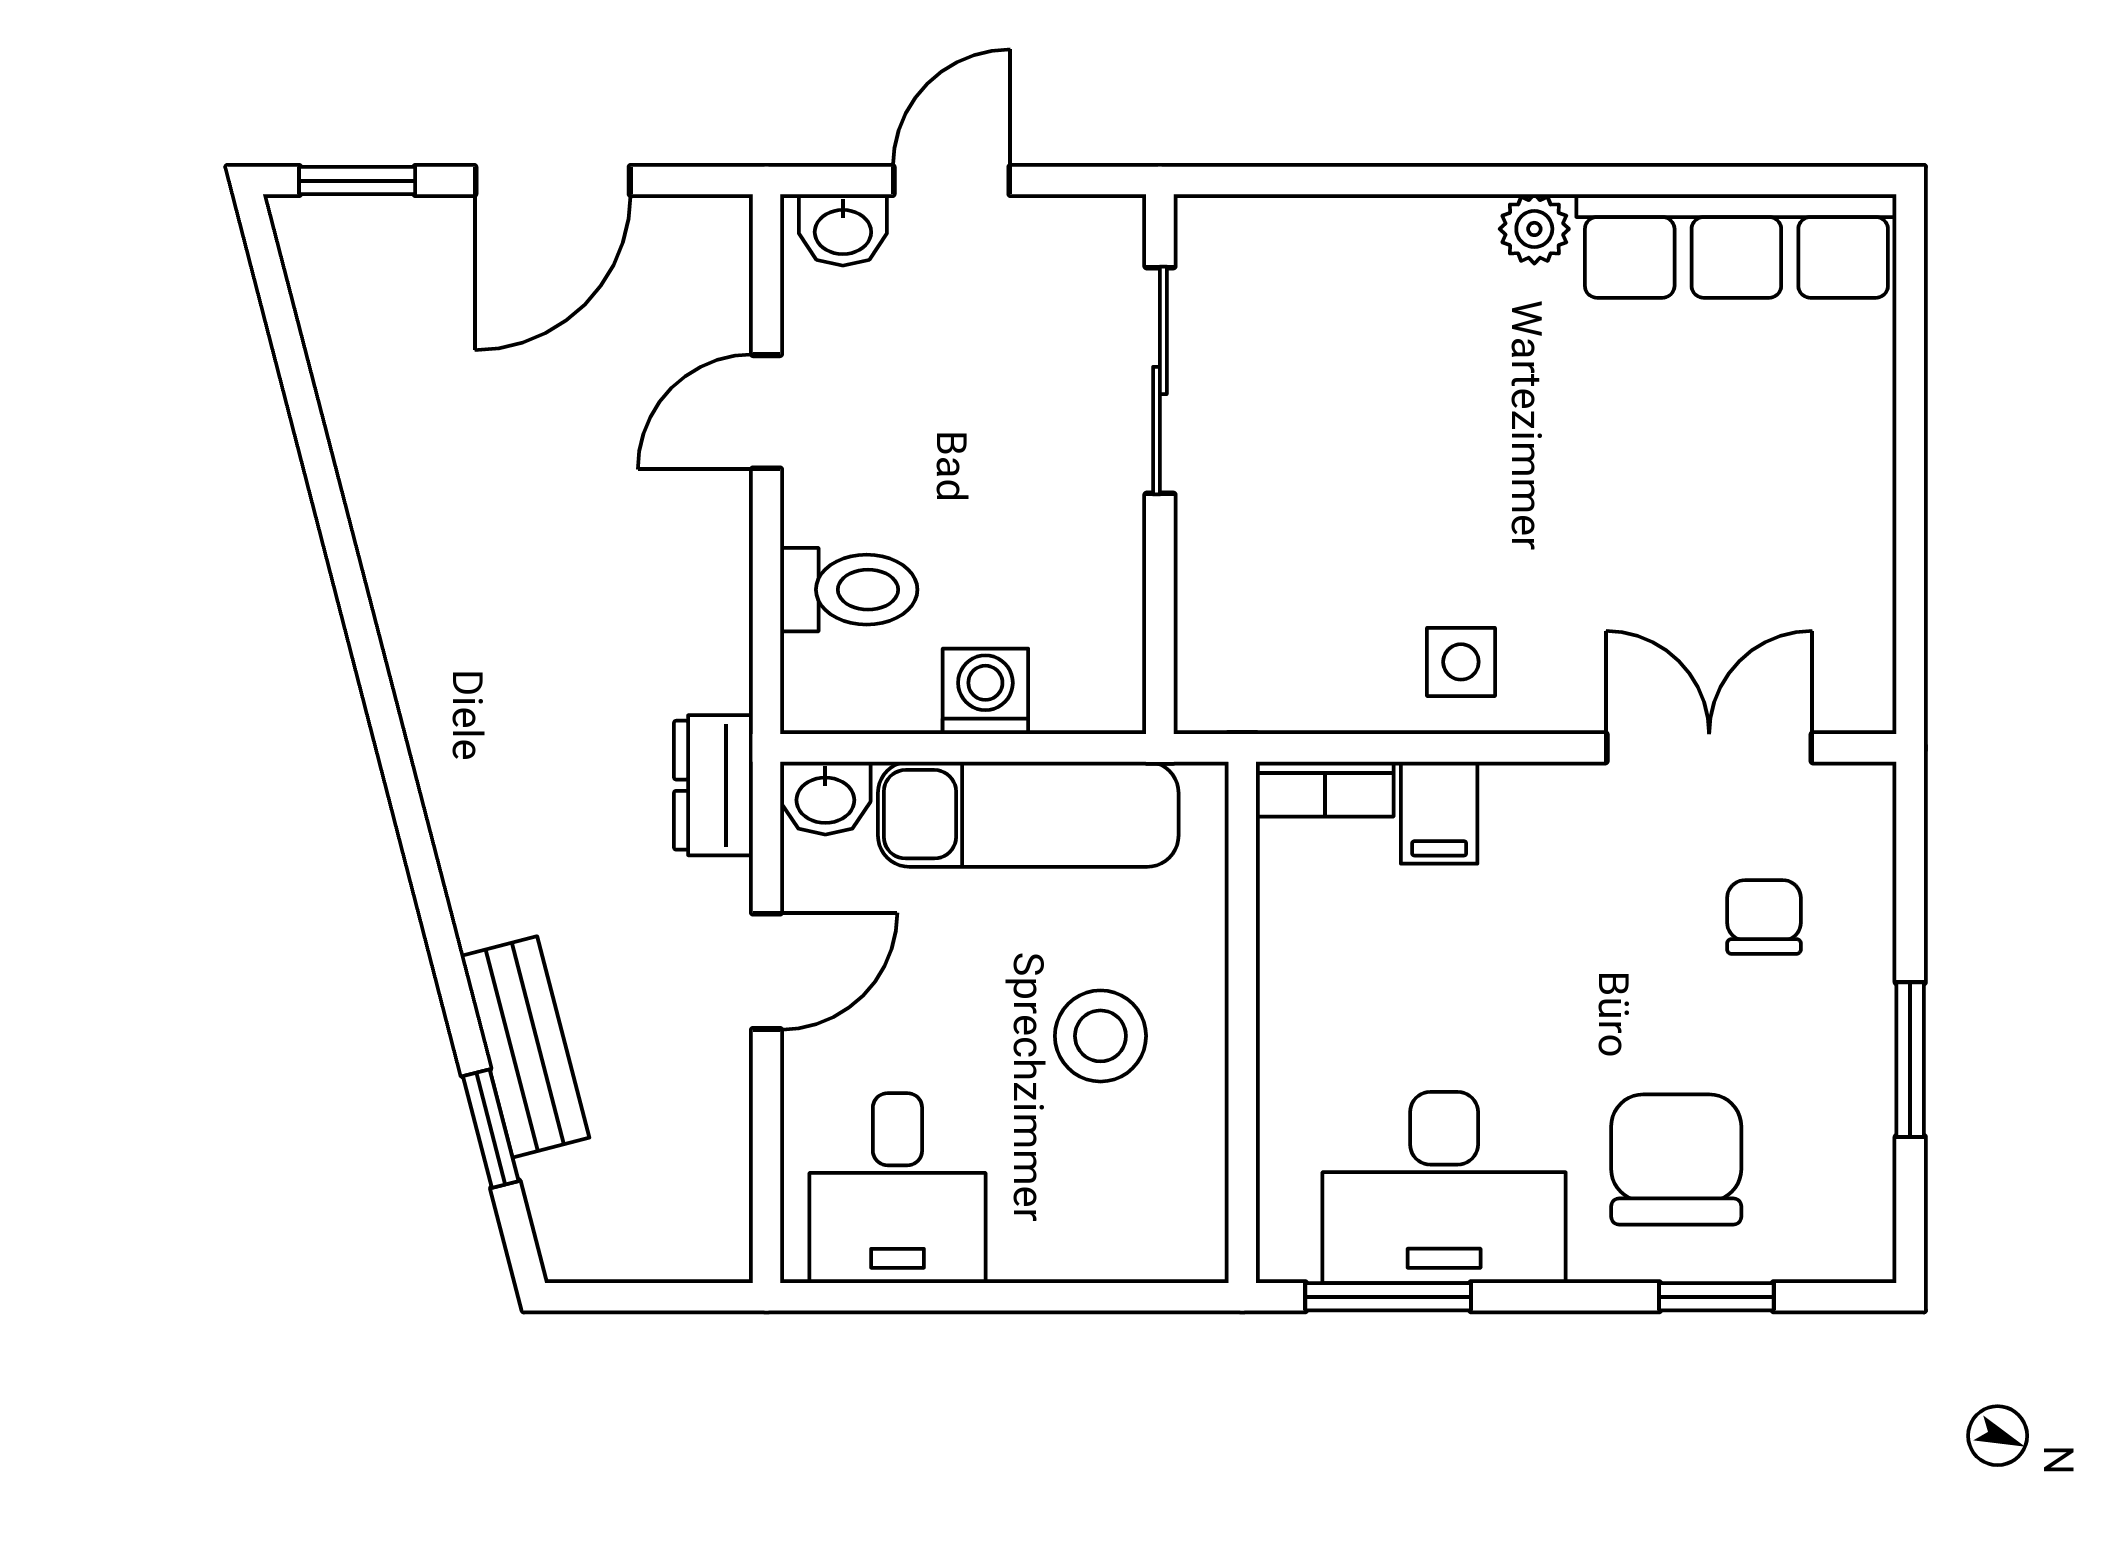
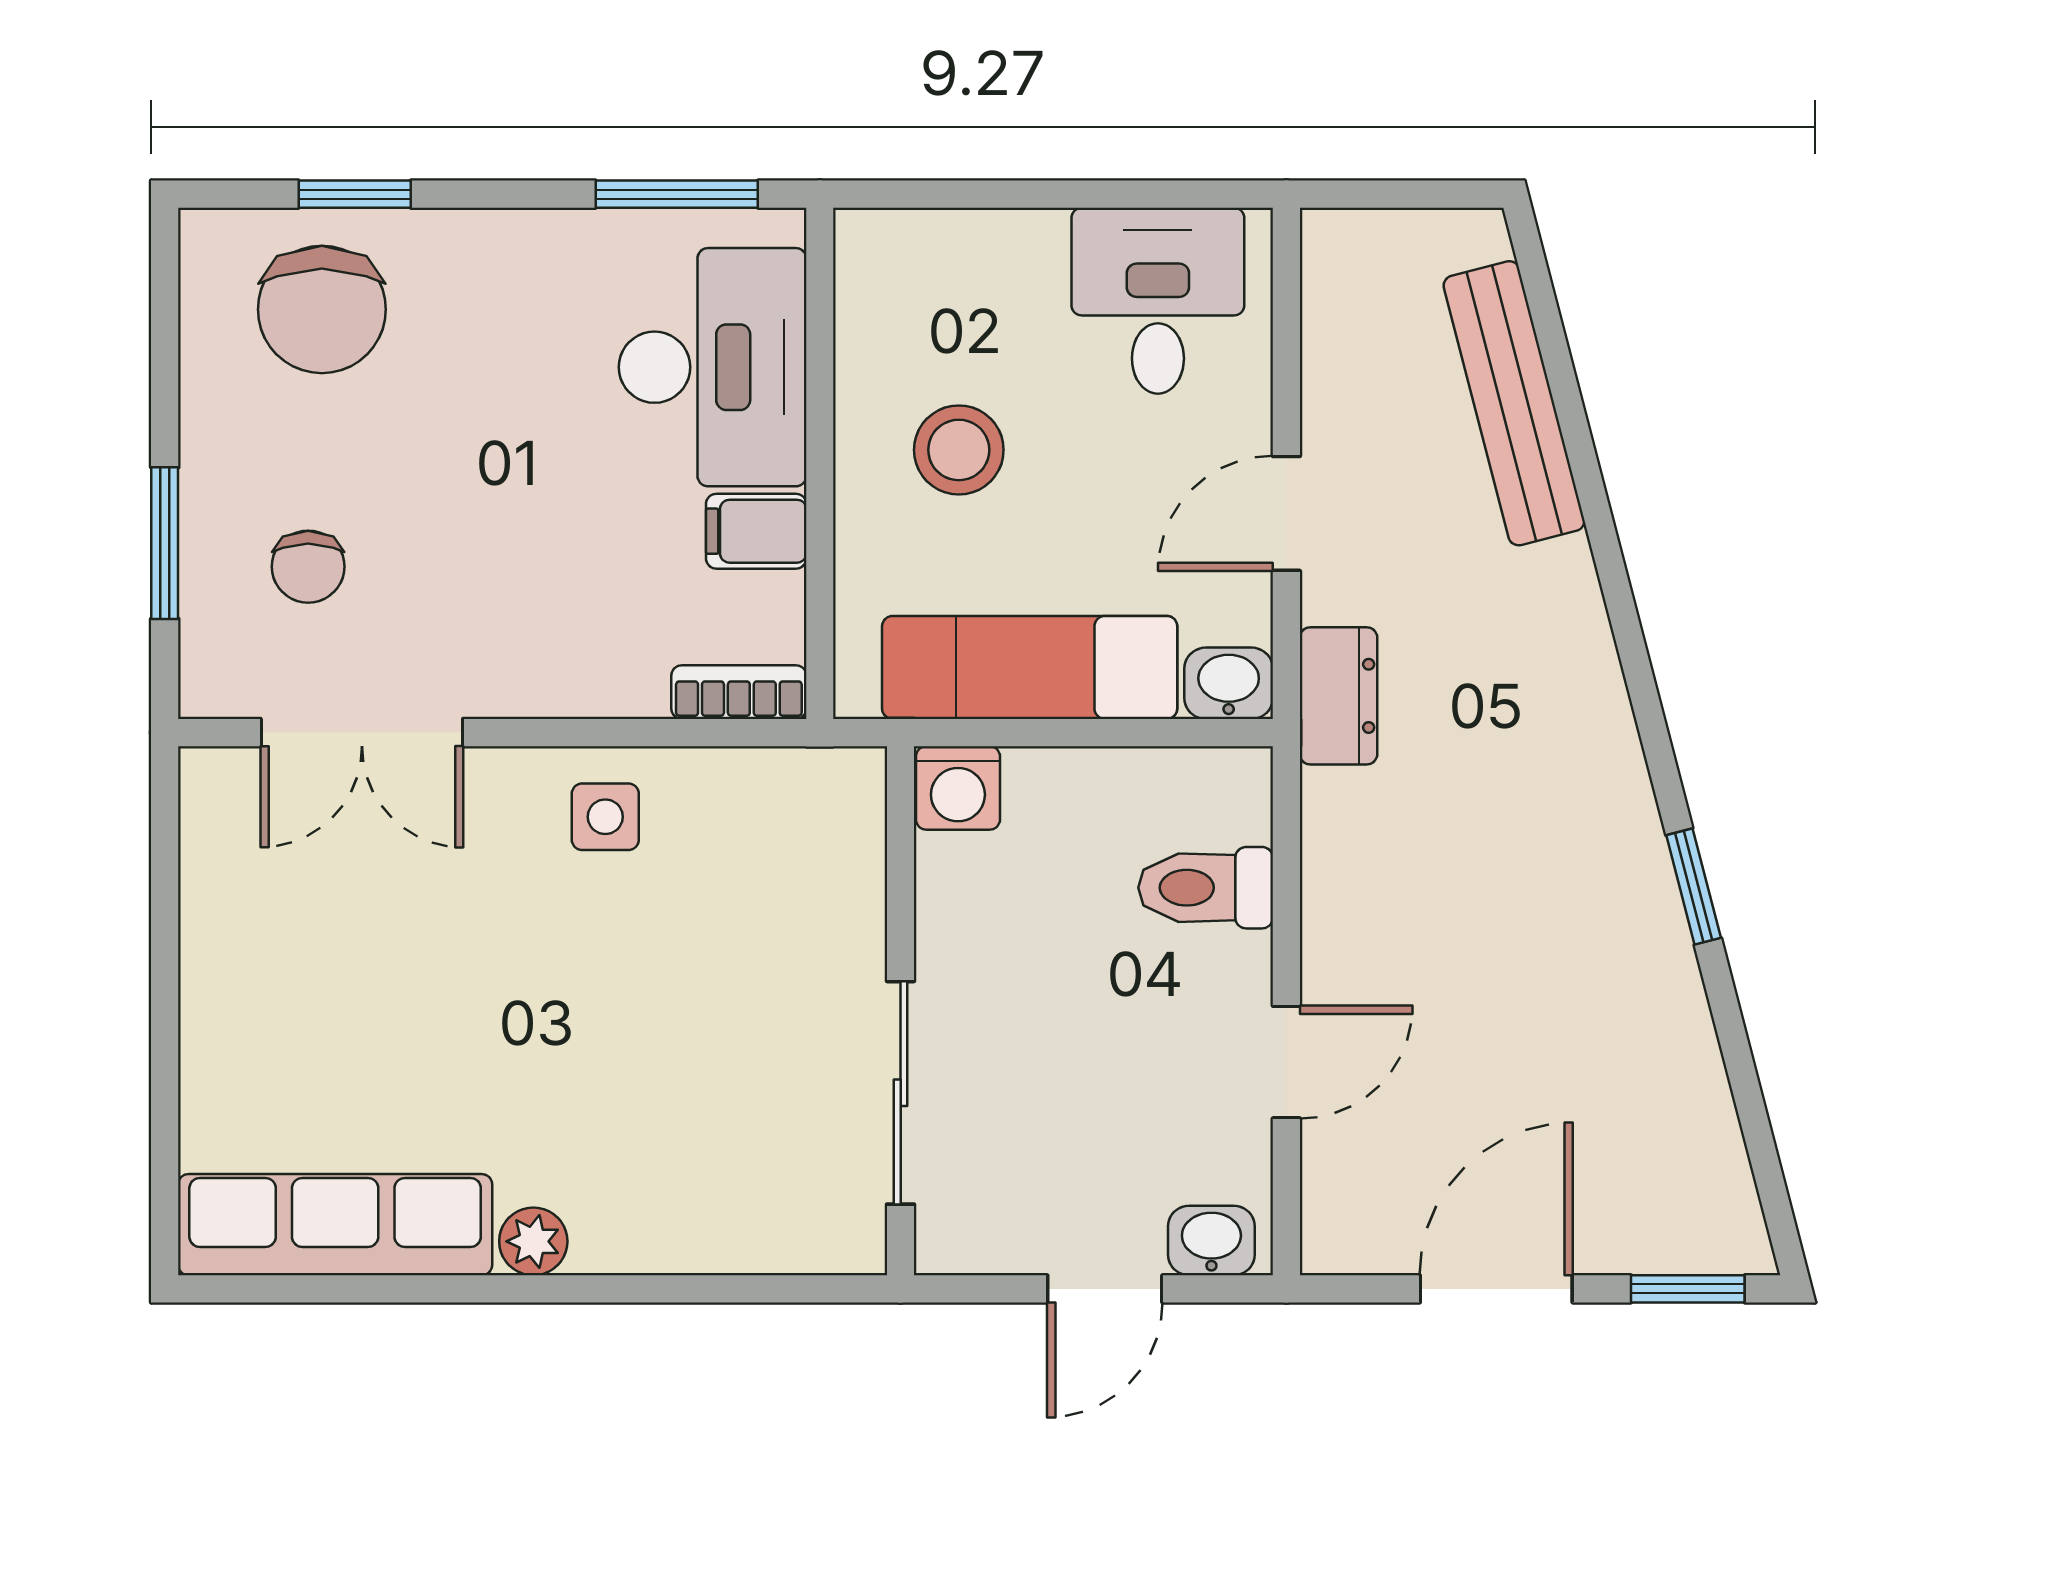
washing machine: (985, 691) -> (958, 788), moved
filing cabinet: (1439, 813) -> (756, 531), moved, turned -90
bench: (525, 1047) -> (1514, 403), width x1.36
window: (1910, 1060) -> (165, 543), moved
window: (491, 1129) -> (1694, 886), moved
chair: (1676, 1159) -> (322, 309), moved
desk: (1444, 1188) -> (713, 367), moved, turned 90

